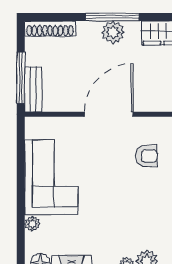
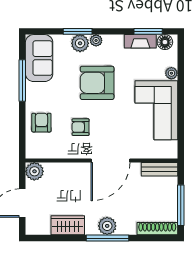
window: (21, 78) -> (181, 205), moved
bench: (33, 89) -> (160, 169), moved, turned 90
armchair: (126, 212) -> (97, 83), added

